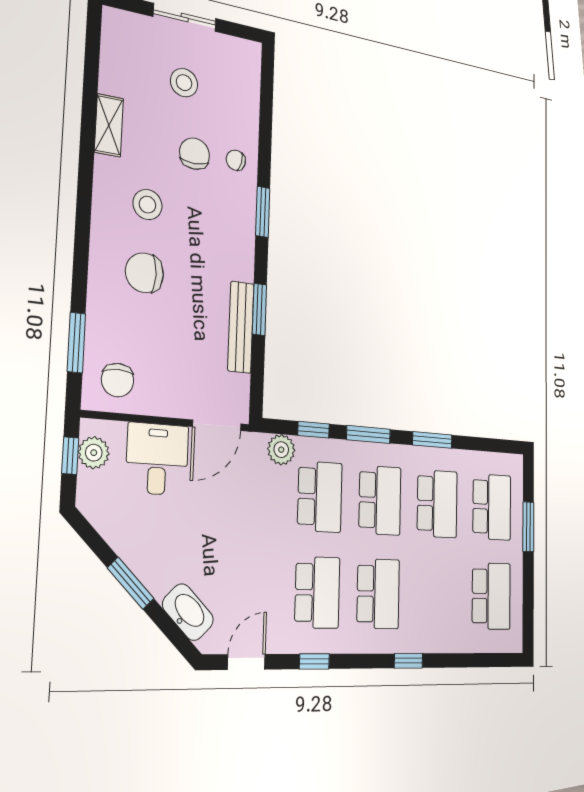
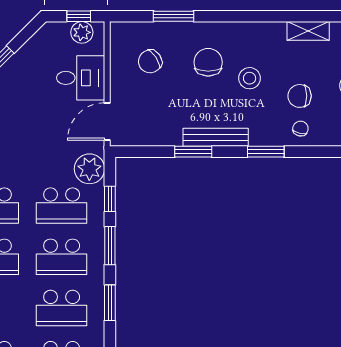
chair: (195, 154) -> (300, 96), turned 180
stool: (147, 205) -> (250, 78), moved
bench: (241, 327) -> (216, 137), moved
window: (76, 343) -> (174, 16), moved
chair: (118, 380) -> (150, 61), moved, turned -34
door: (217, 425) -> (107, 121), hinge flipped
plant: (281, 450) -> (89, 169), width x1.36, depth x1.36

